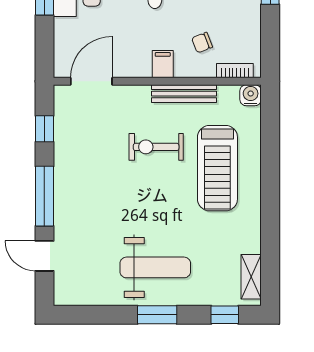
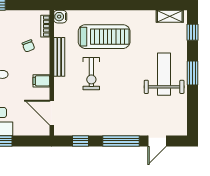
filing cabinet: (163, 64) -> (41, 81), moved

